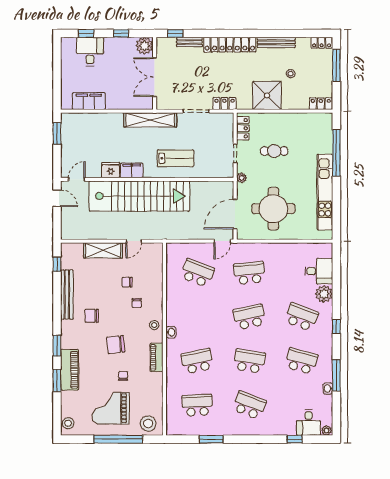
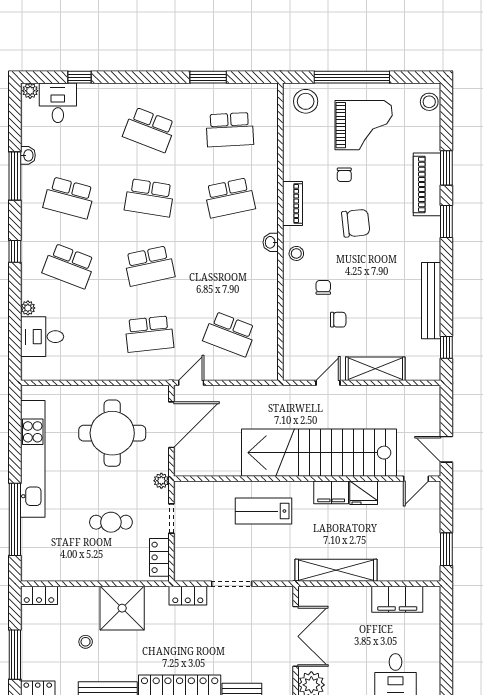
shelving: (150, 120) -> (336, 570), moved
plant: (324, 294) -> (28, 308), width x0.53, depth x0.53
chair: (92, 316) -> (393, 268), removed

